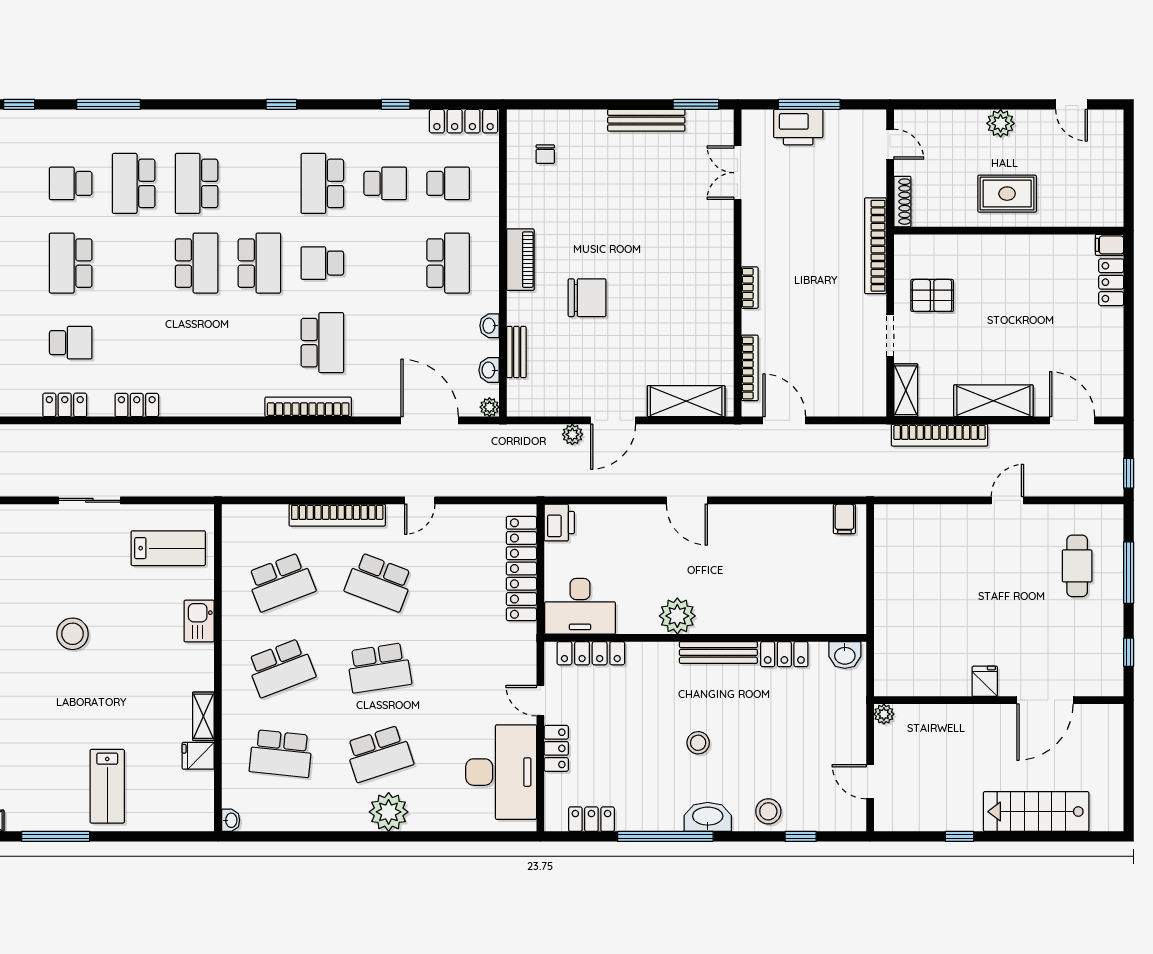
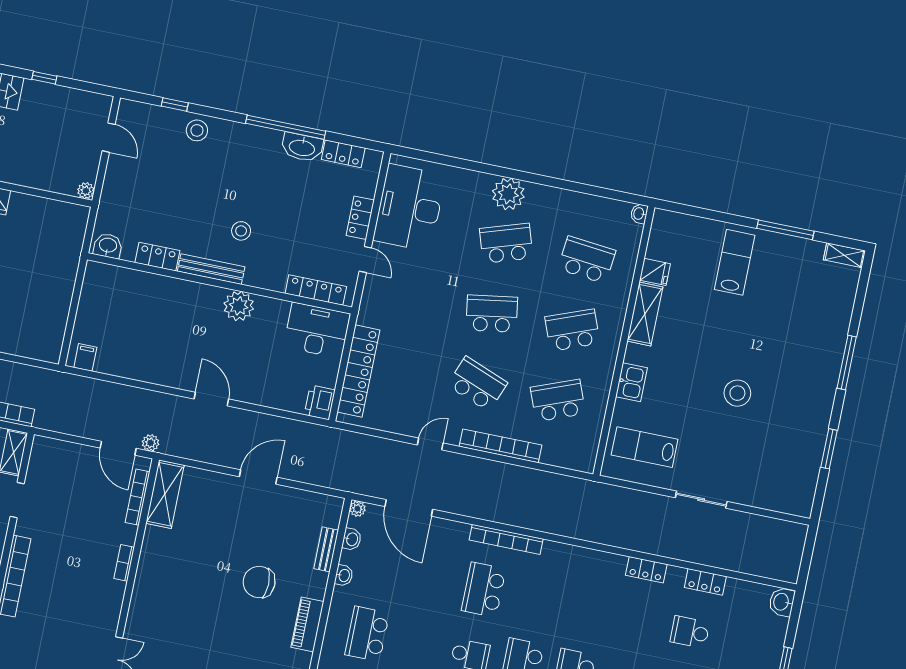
shelving: (686, 401) -> (165, 494), moved, turned 90
plant: (572, 434) -> (151, 443), moved
shelving: (203, 716) -> (645, 314), width x1.50, depth x1.33
stool: (698, 743) -> (241, 231), moved
washbasin: (708, 817) -> (302, 147), moved

